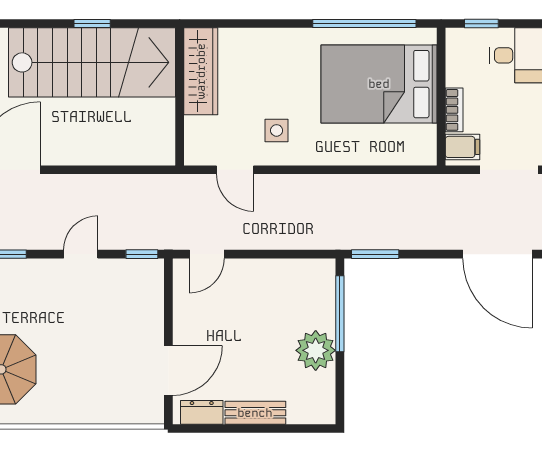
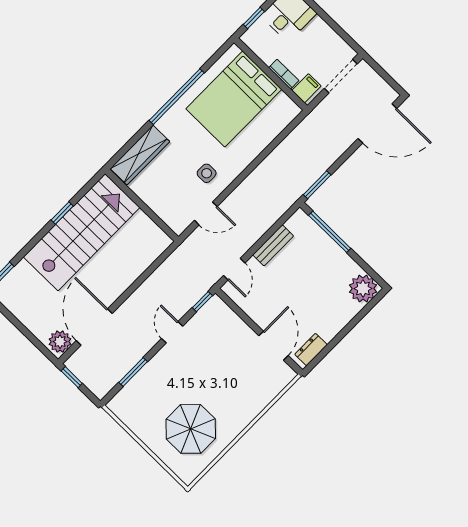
window: (364, 24) -> (177, 97), moved
wardrobe: (201, 71) -> (140, 155), moved, turned 90
plant: (316, 350) -> (363, 288), moved
bench: (255, 413) -> (273, 245), moved

